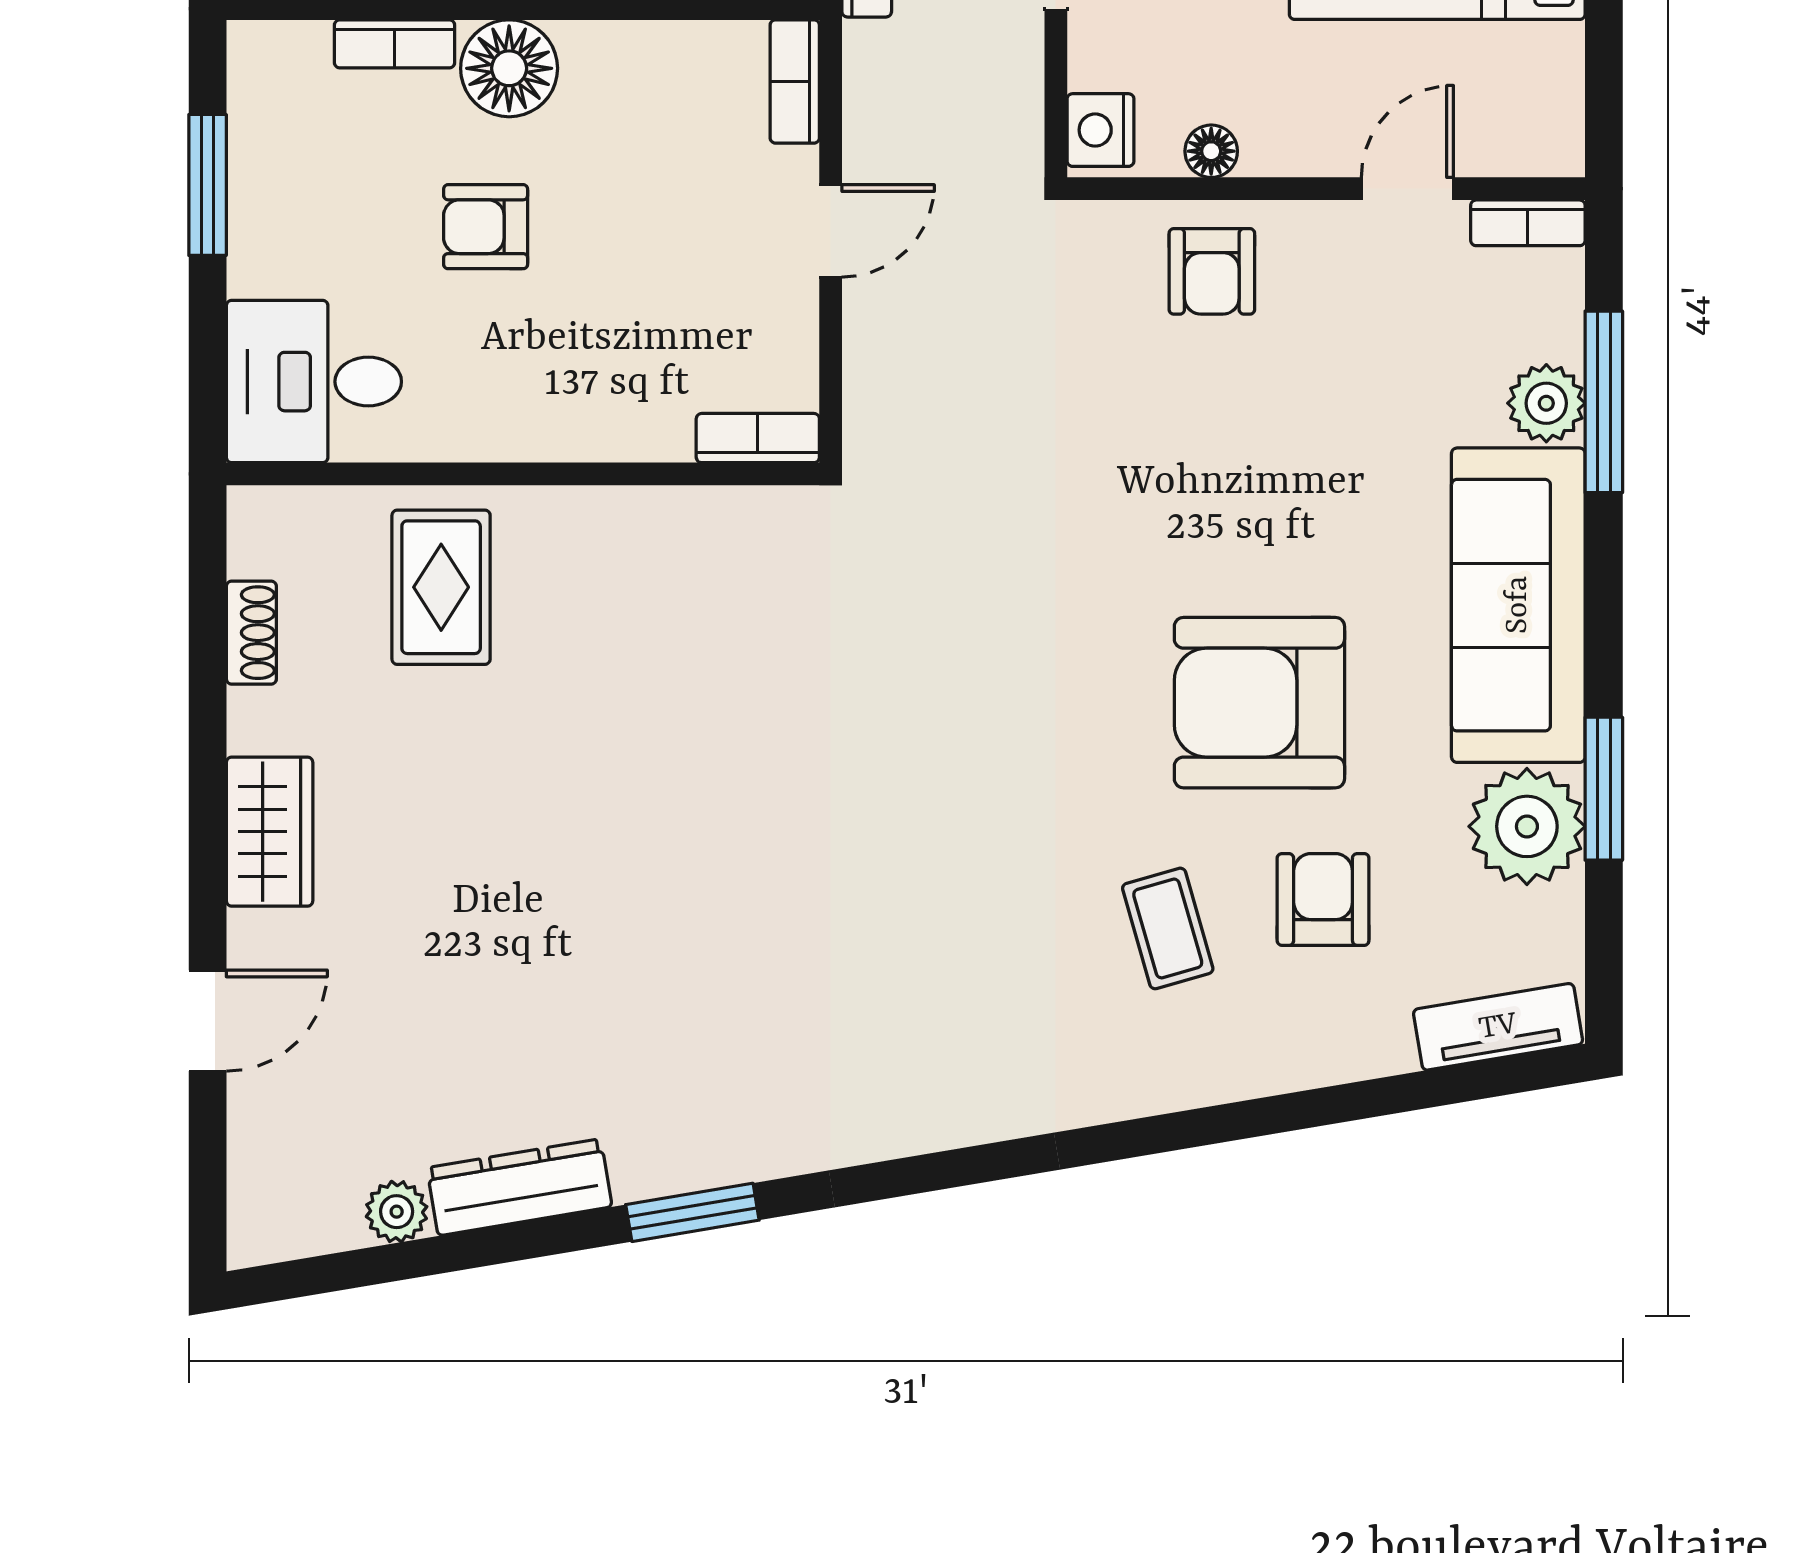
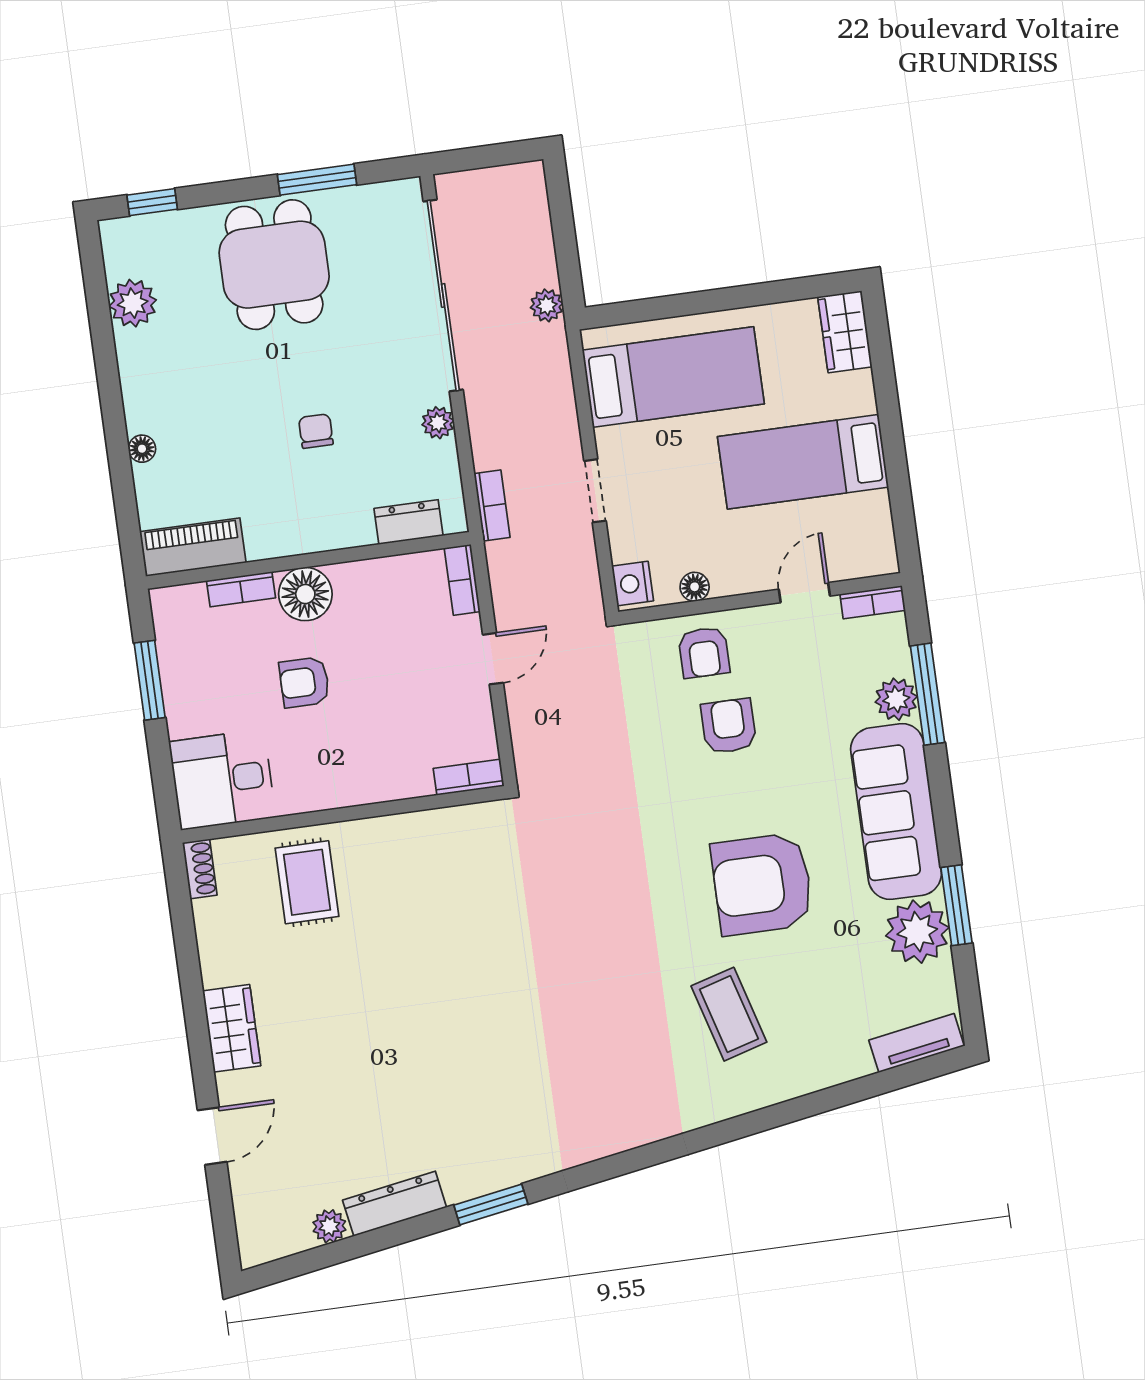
shoe rack: (251, 633) -> (200, 869), moved
armchair: (1323, 899) -> (729, 726), moved
coffee table: (1168, 928) -> (729, 1014), width x1.36, depth x1.30

